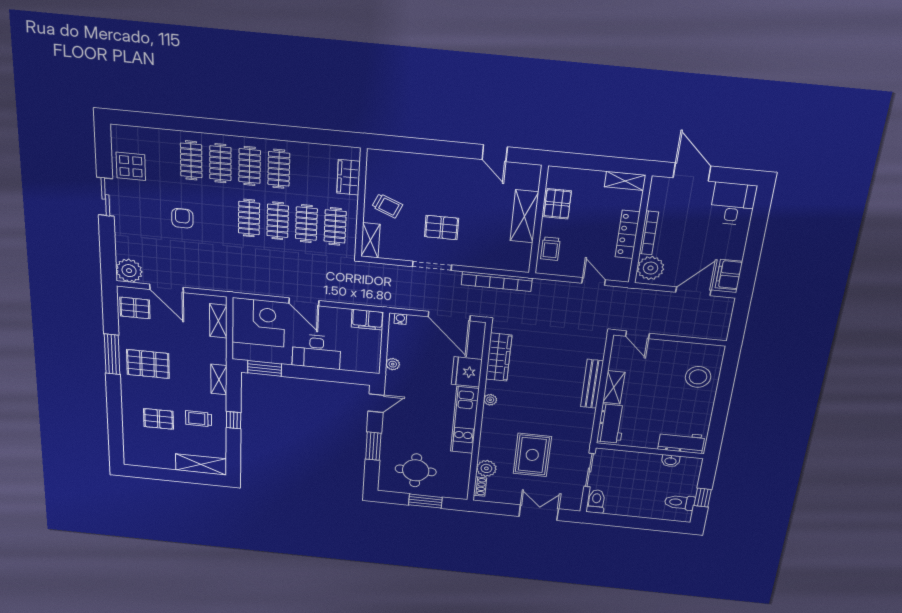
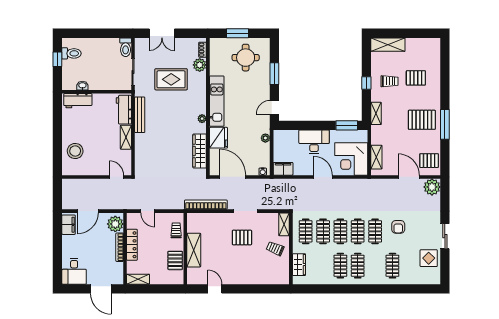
clothes rail: (220, 163) -> (375, 231), moved
bench: (592, 384) -> (140, 115), moved
rug: (532, 455) -> (171, 79), turned 90

